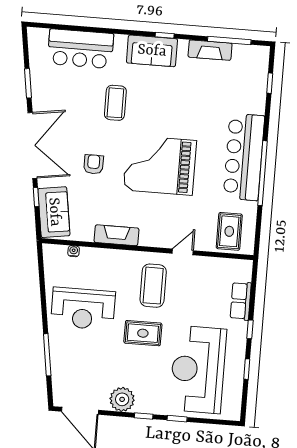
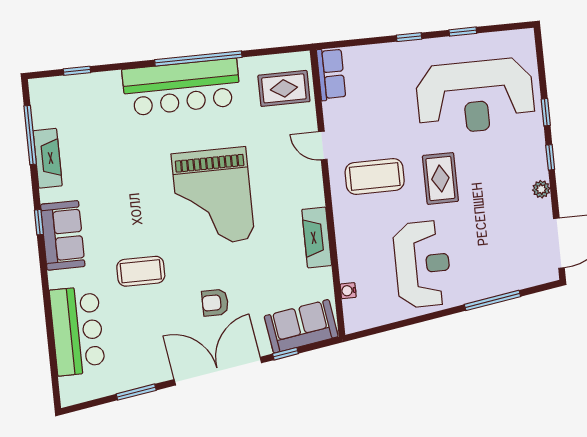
armchair: (94, 164) -> (215, 303), moved
row of seats: (241, 301) -> (331, 74), moved, turned -90
plant: (122, 399) -> (541, 189), width x0.53, depth x0.53

